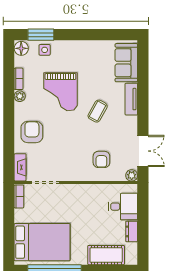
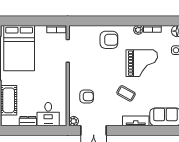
grand piano: (60, 92) -> (142, 63), turned 180
armchair: (101, 159) -> (87, 96), turned 180
fireplace: (20, 167) -> (80, 30), removed

